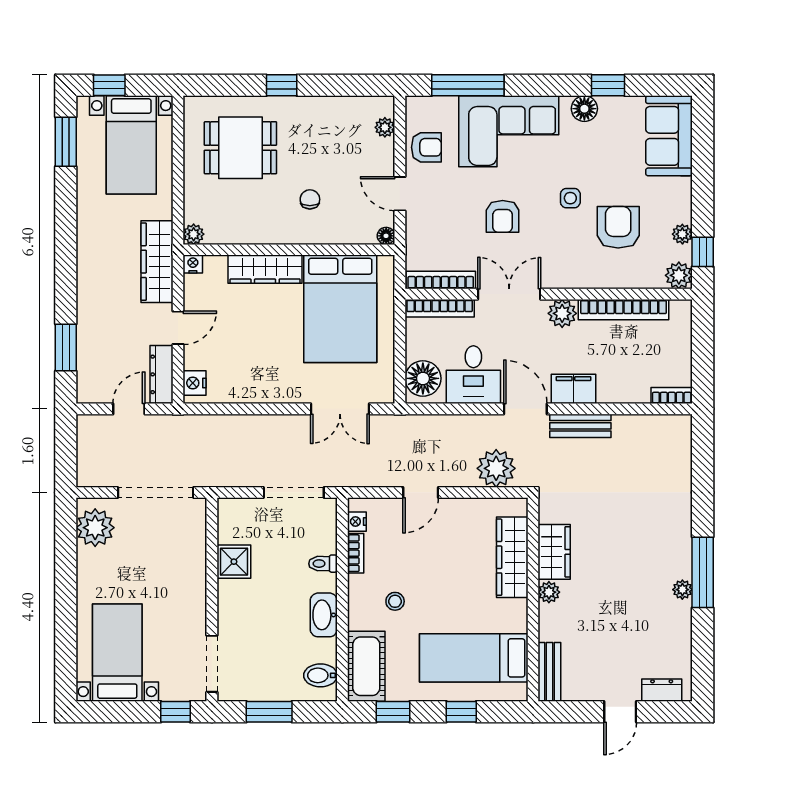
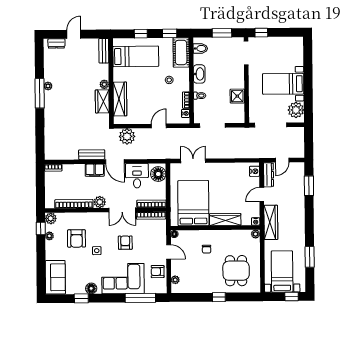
window: (66, 142) -> (310, 257), moved
dining table: (240, 148) -> (236, 271), turned 90
bed with nightstands: (117, 653) -> (283, 84), moved, turned 90

